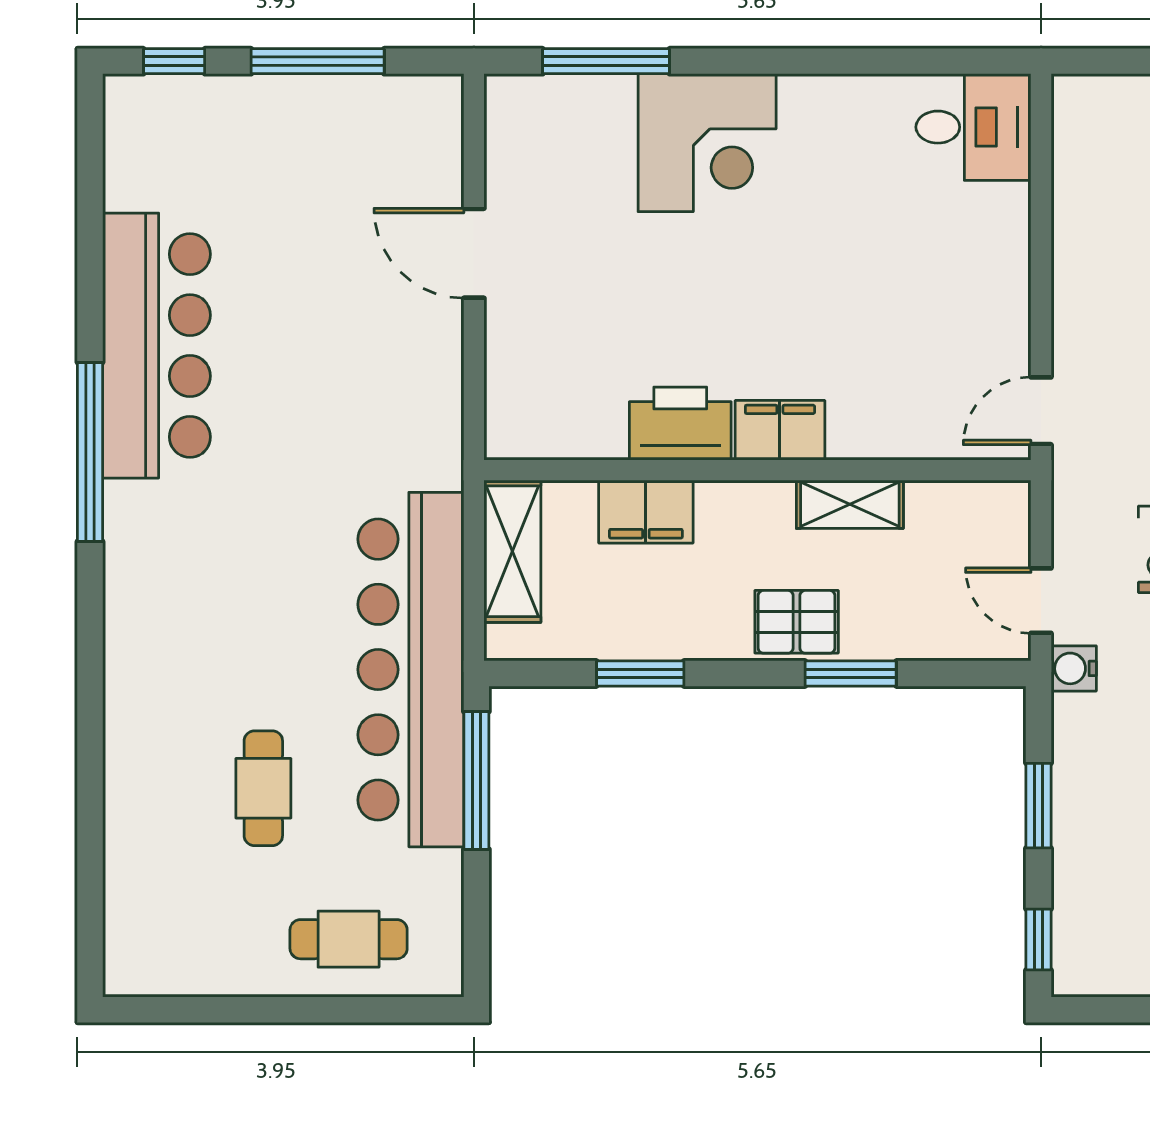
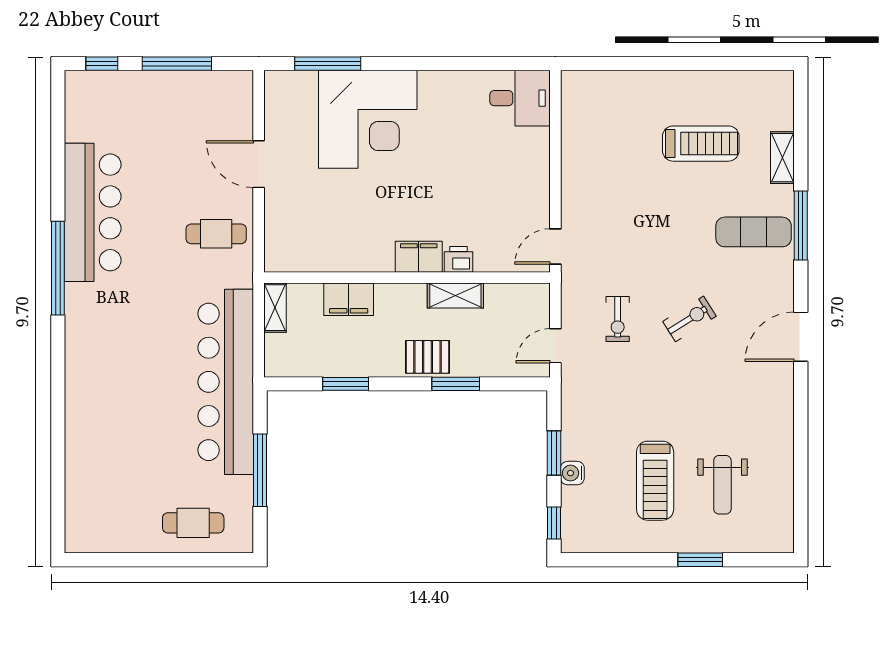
corner desk: (707, 143) -> (368, 119), width x1.36, depth x1.36
printer: (680, 424) -> (459, 259), moved, width x0.53, depth x0.68
shelving: (512, 551) -> (275, 308), width x0.67, depth x0.75
door: (1041, 601) -> (555, 346), hinge flipped
water cooler: (1074, 668) -> (572, 473), moved
window: (476, 780) -> (260, 470), moved
cafe table: (263, 788) -> (216, 234), moved, turned 90

